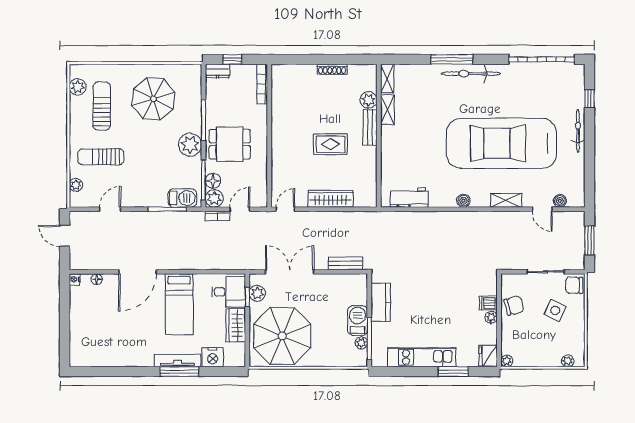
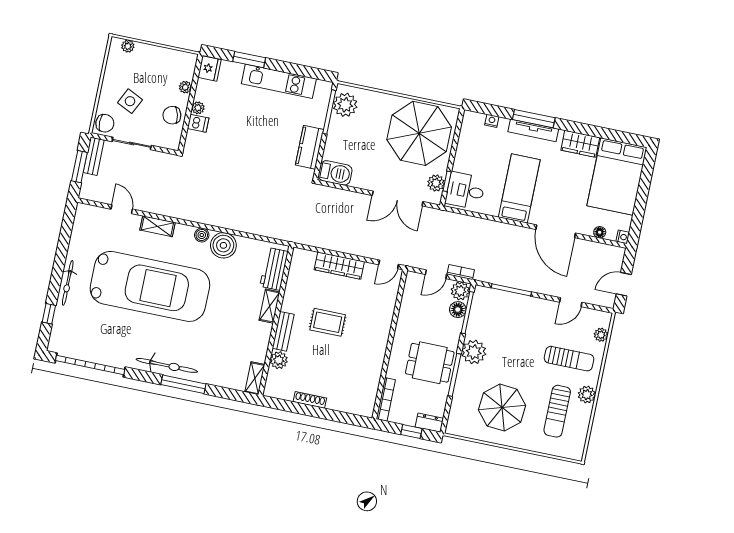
plant: (78, 87) -> (587, 395), moved
shelving: (387, 110) -> (269, 306), moved
dining table: (230, 144) -> (430, 363), moved
barbecue: (182, 198) -> (493, 298), removed
workbench: (409, 198) -> (274, 269), moved, turned 90
boiler: (560, 201) -> (223, 245), moved, width x1.86, depth x1.86
door: (65, 236) -> (624, 284), swing flipped
bench: (345, 263) -> (94, 156), moved, turned 90
door: (138, 272) -> (556, 231), swing flipped
barbecue: (358, 320) -> (335, 173), moved, turned -90
wardrobe: (236, 325) -> (580, 144), moved, turned 90
bed: (91, 334) -> (617, 176), added
plant: (361, 343) -> (345, 105), width x1.88, depth x1.88
nightstand: (213, 357) -> (492, 121), width x0.53, depth x0.56
plant: (507, 361) -> (185, 87), moved

